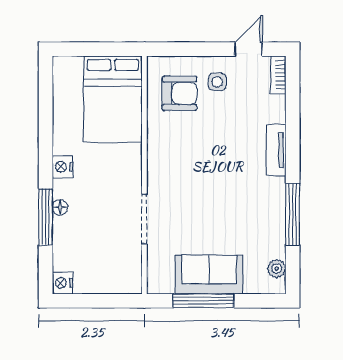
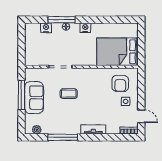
coffee table: (201, 201) -> (69, 94), added
nightstand: (62, 283) -> (46, 28), moved

